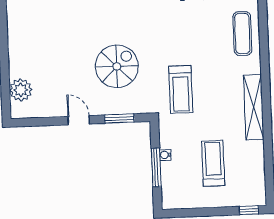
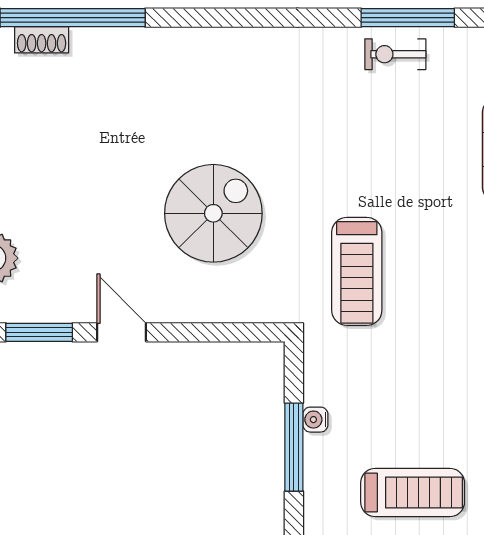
window: (119, 119) -> (39, 332), moved
treadmill: (213, 163) -> (413, 492), moved, turned 90

